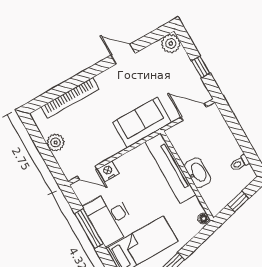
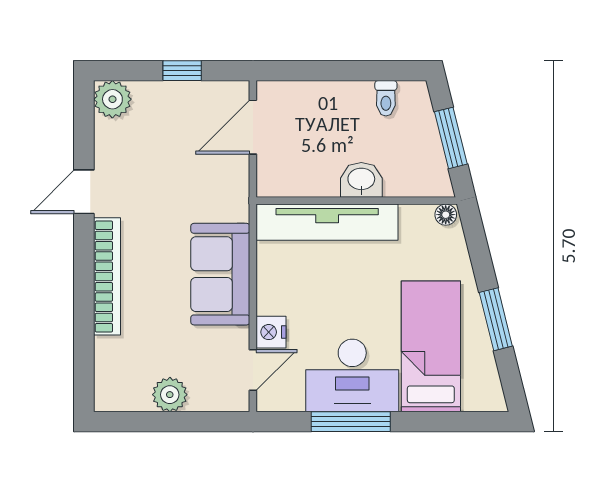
bookcase: (70, 98) -> (107, 276), moved
sofa: (142, 123) -> (220, 274), moved
washbasin: (198, 173) -> (361, 180), width x0.72
window: (238, 201) -> (451, 138), width x1.50

